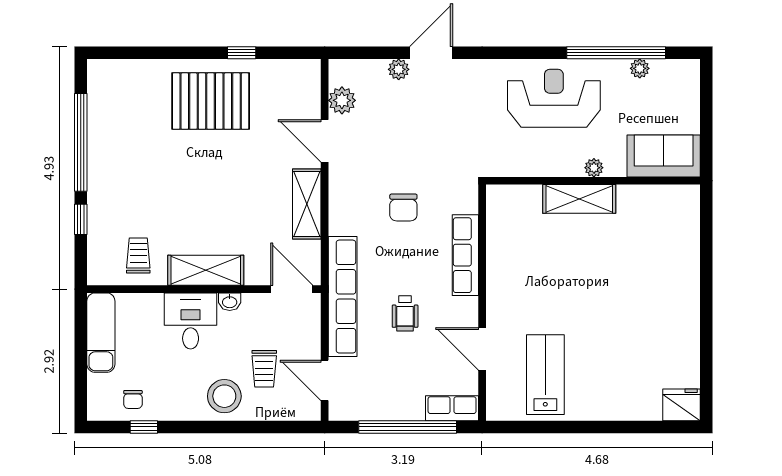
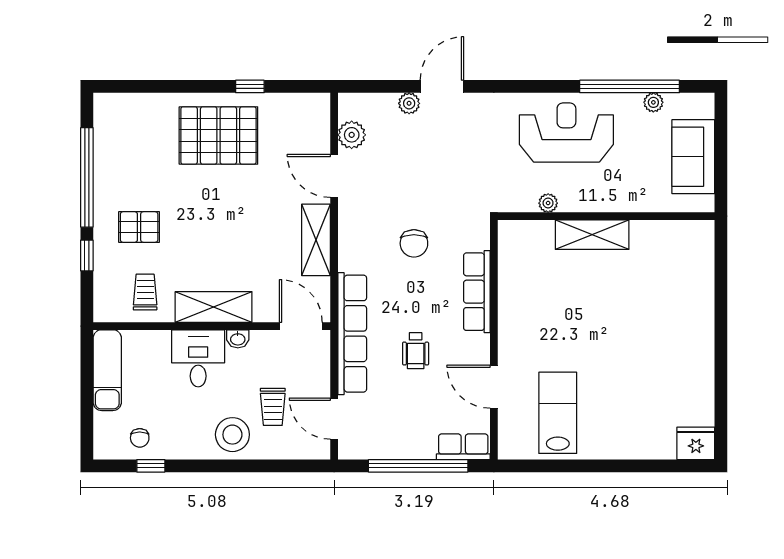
sofa: (664, 156) -> (693, 157), moved, turned -90
plant: (594, 168) -> (548, 203), moved
pallet: (132, 191) -> (139, 227), added

